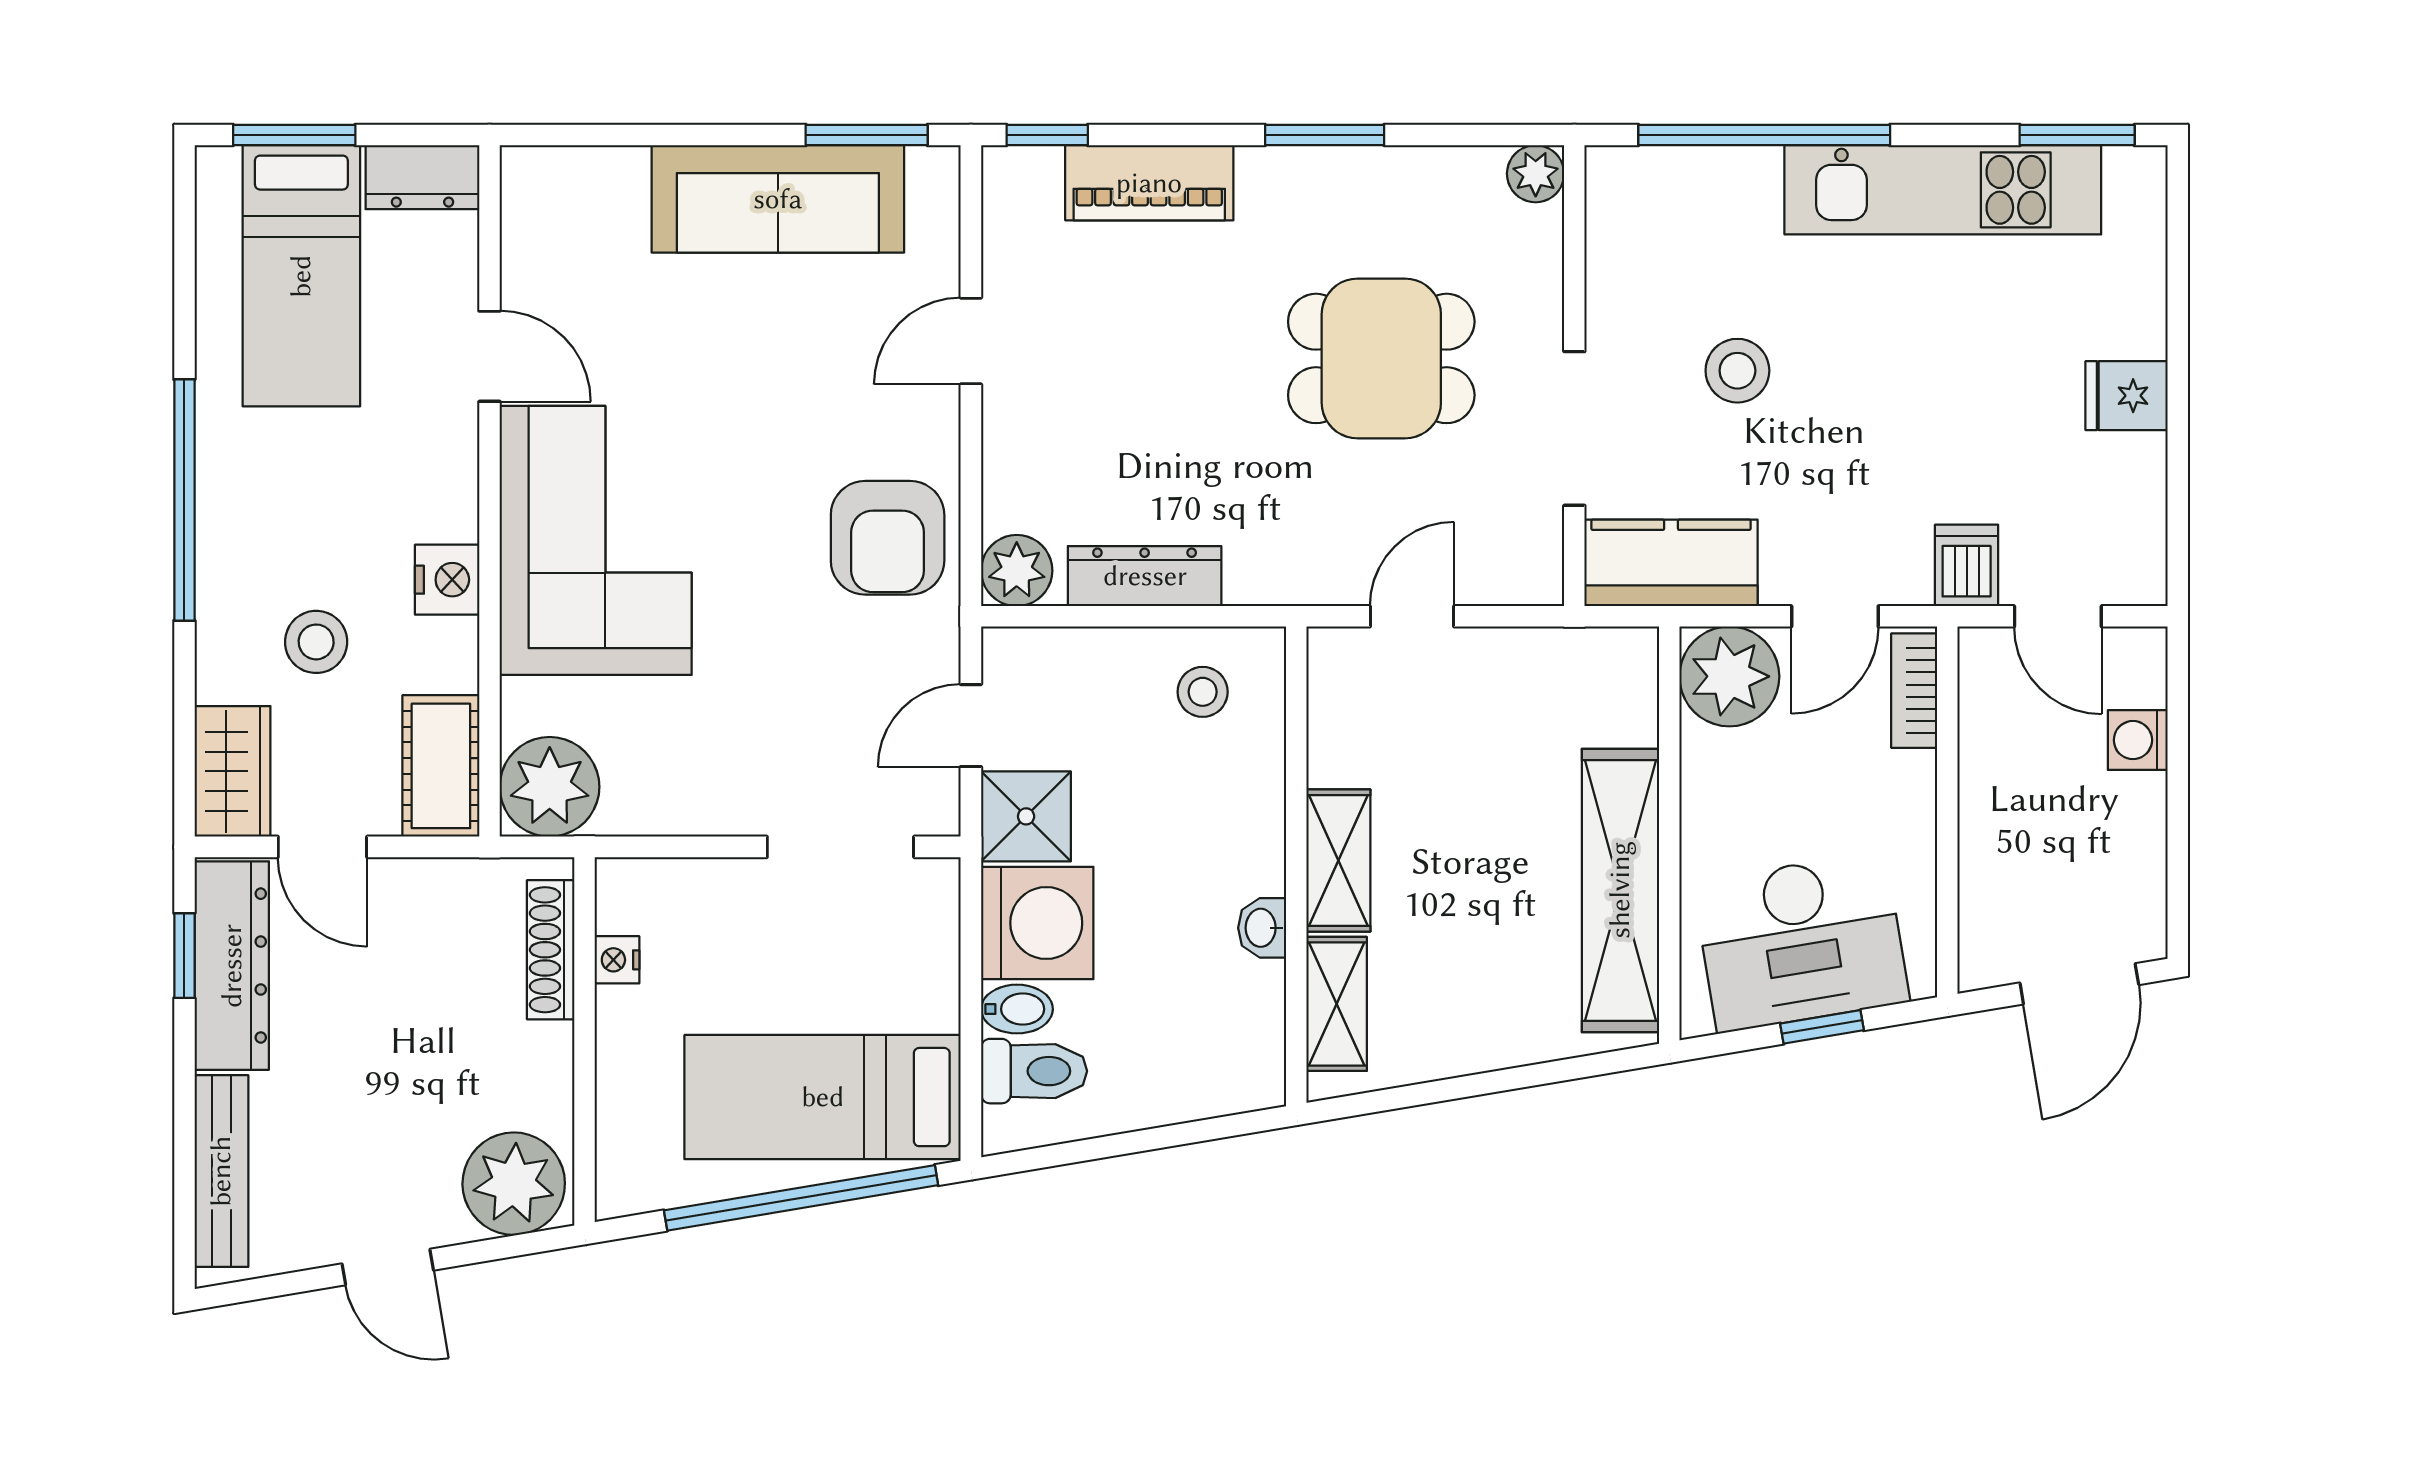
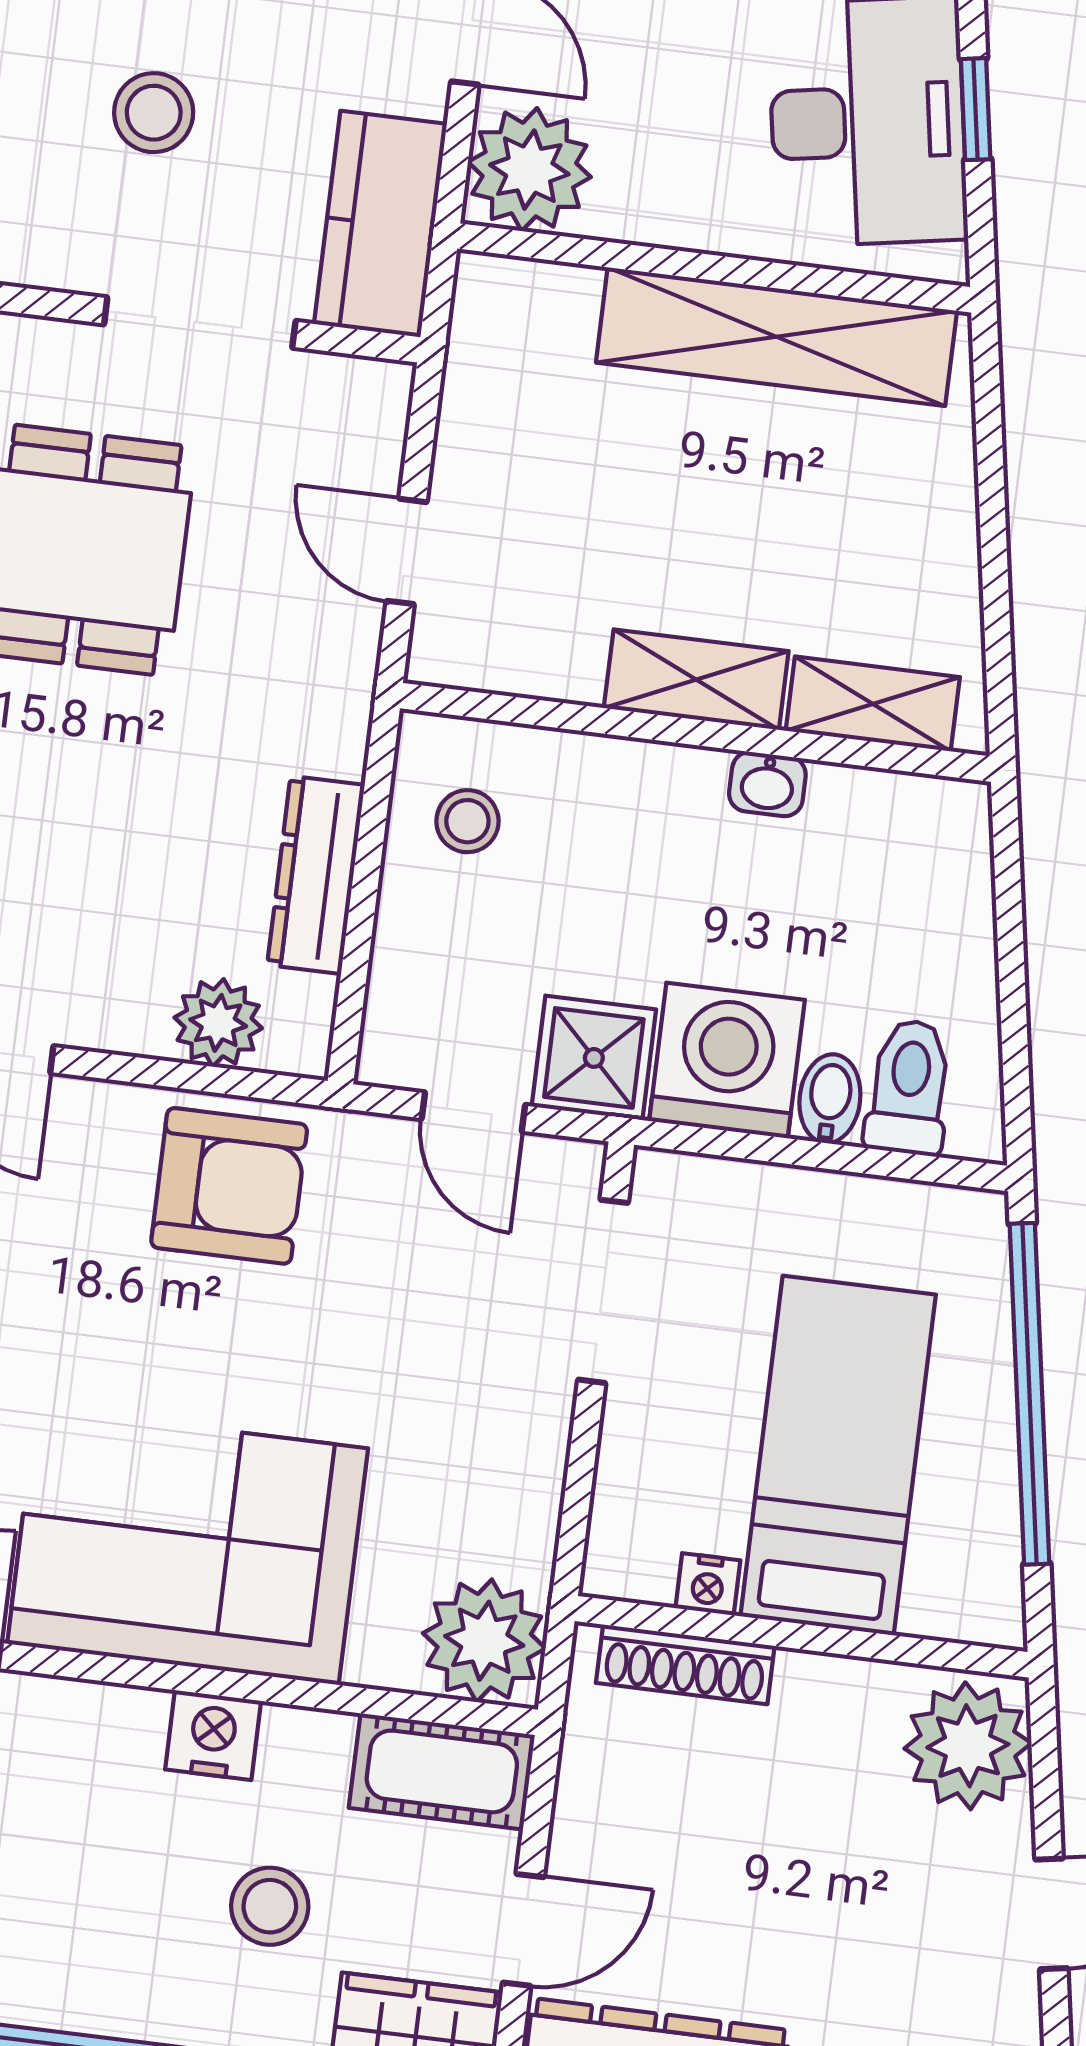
plant: (1017, 571) -> (218, 1023), moved
bed: (823, 1097) -> (838, 1455), moved, turned 180

